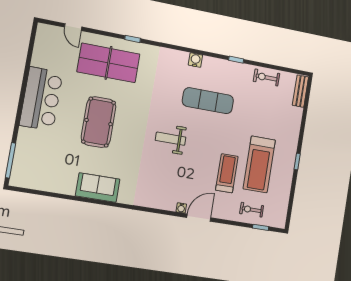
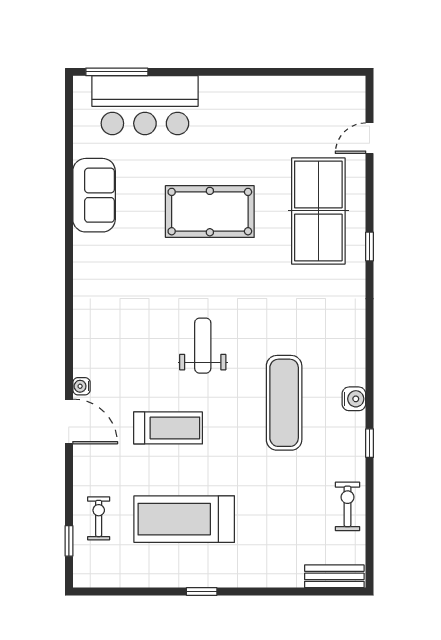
water cooler: (195, 60) -> (354, 399), moved
bar counter: (41, 99) -> (145, 105), moved
treadmill: (227, 173) -> (168, 428), moved
sofa: (98, 188) -> (94, 195), moved

